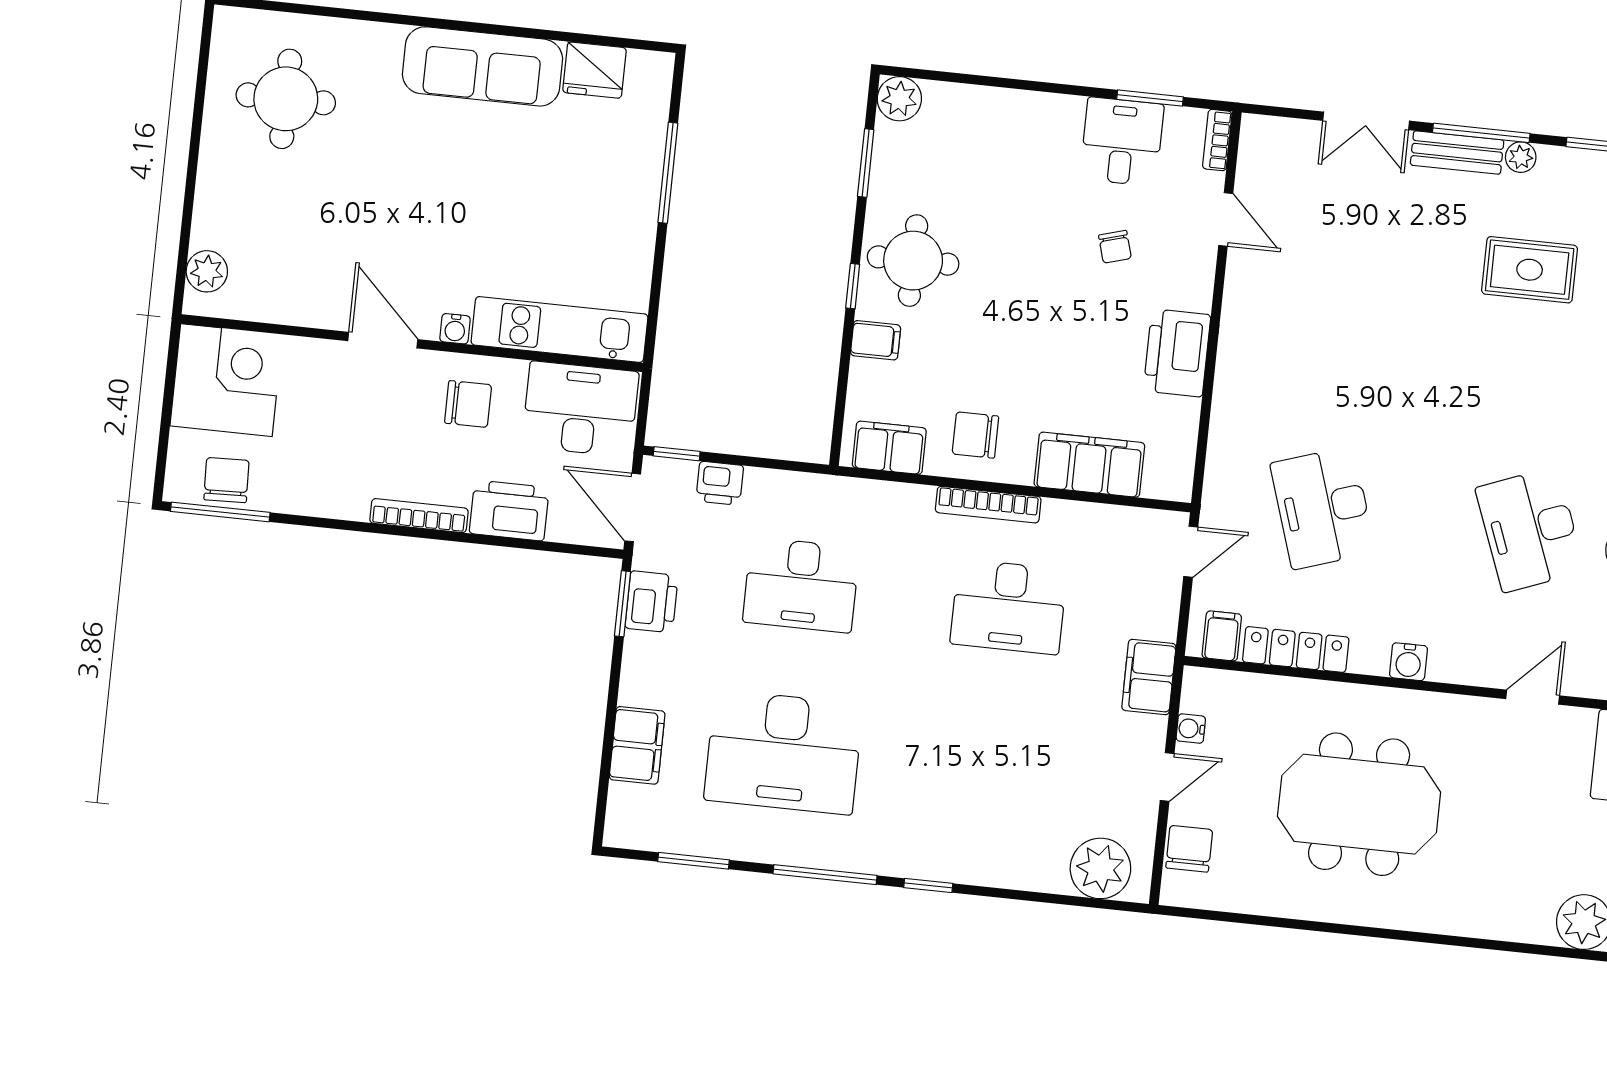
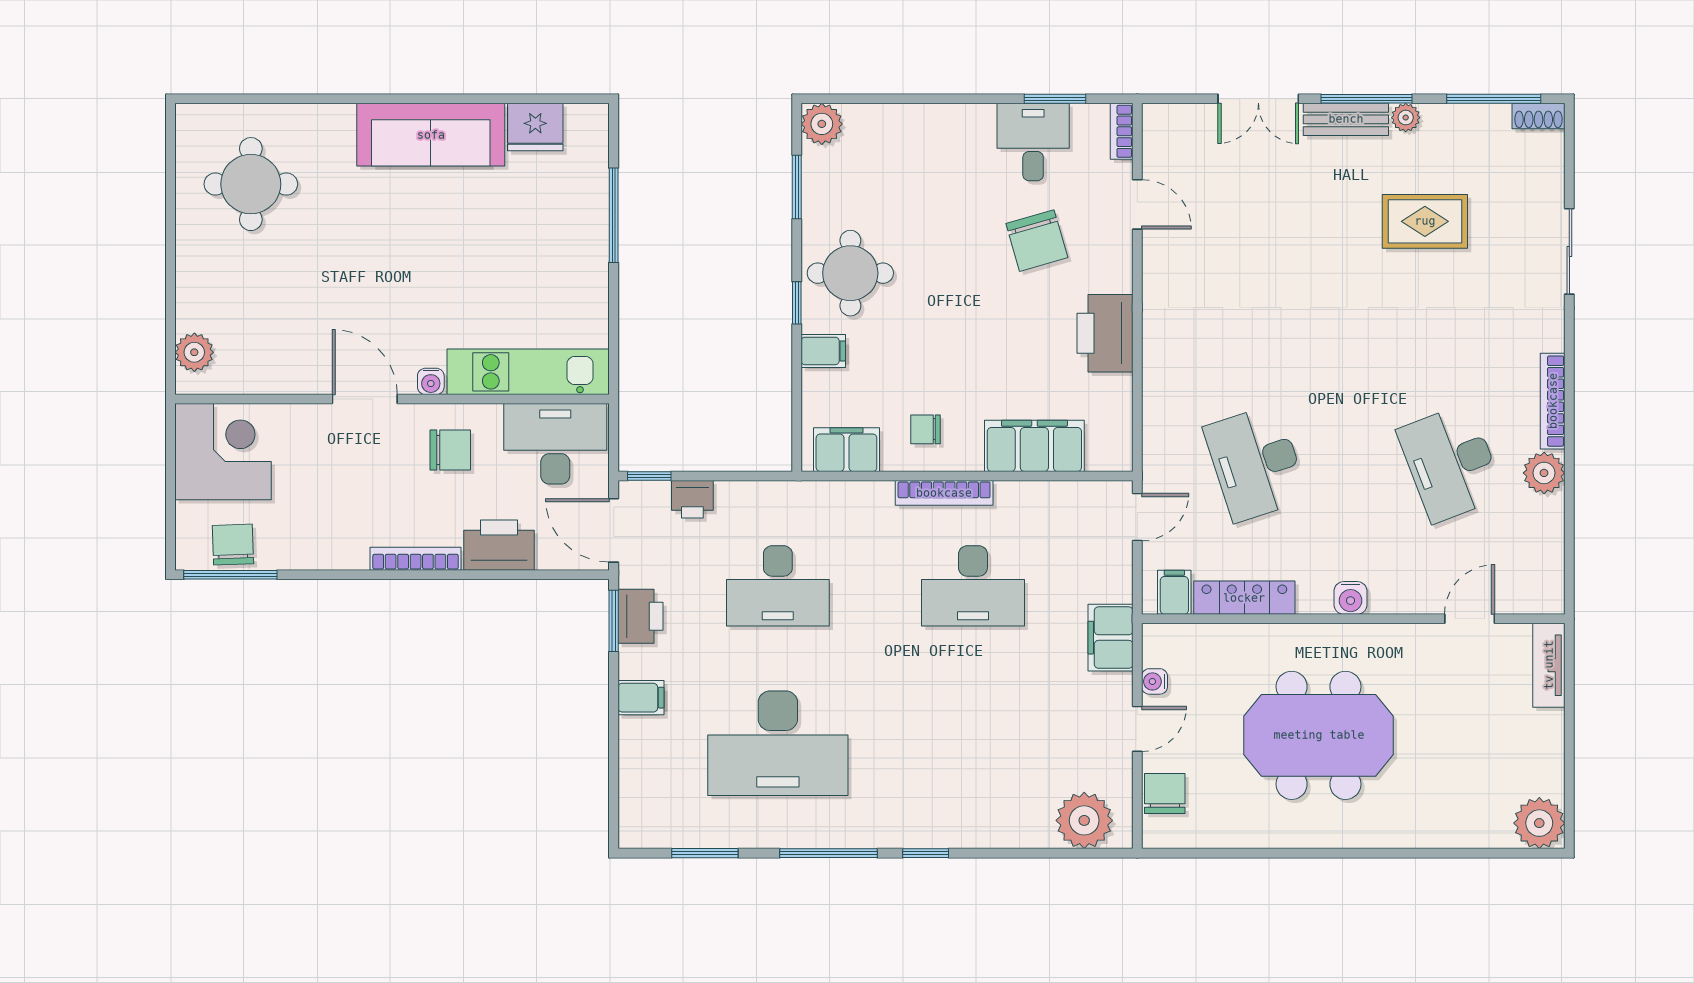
chair: (1115, 247) -> (1037, 241), width x1.87, depth x1.87
chair: (975, 435) -> (925, 429), width x0.73, depth x0.73
filing cabinet: (637, 745) -> (641, 698), moved, width x0.50

